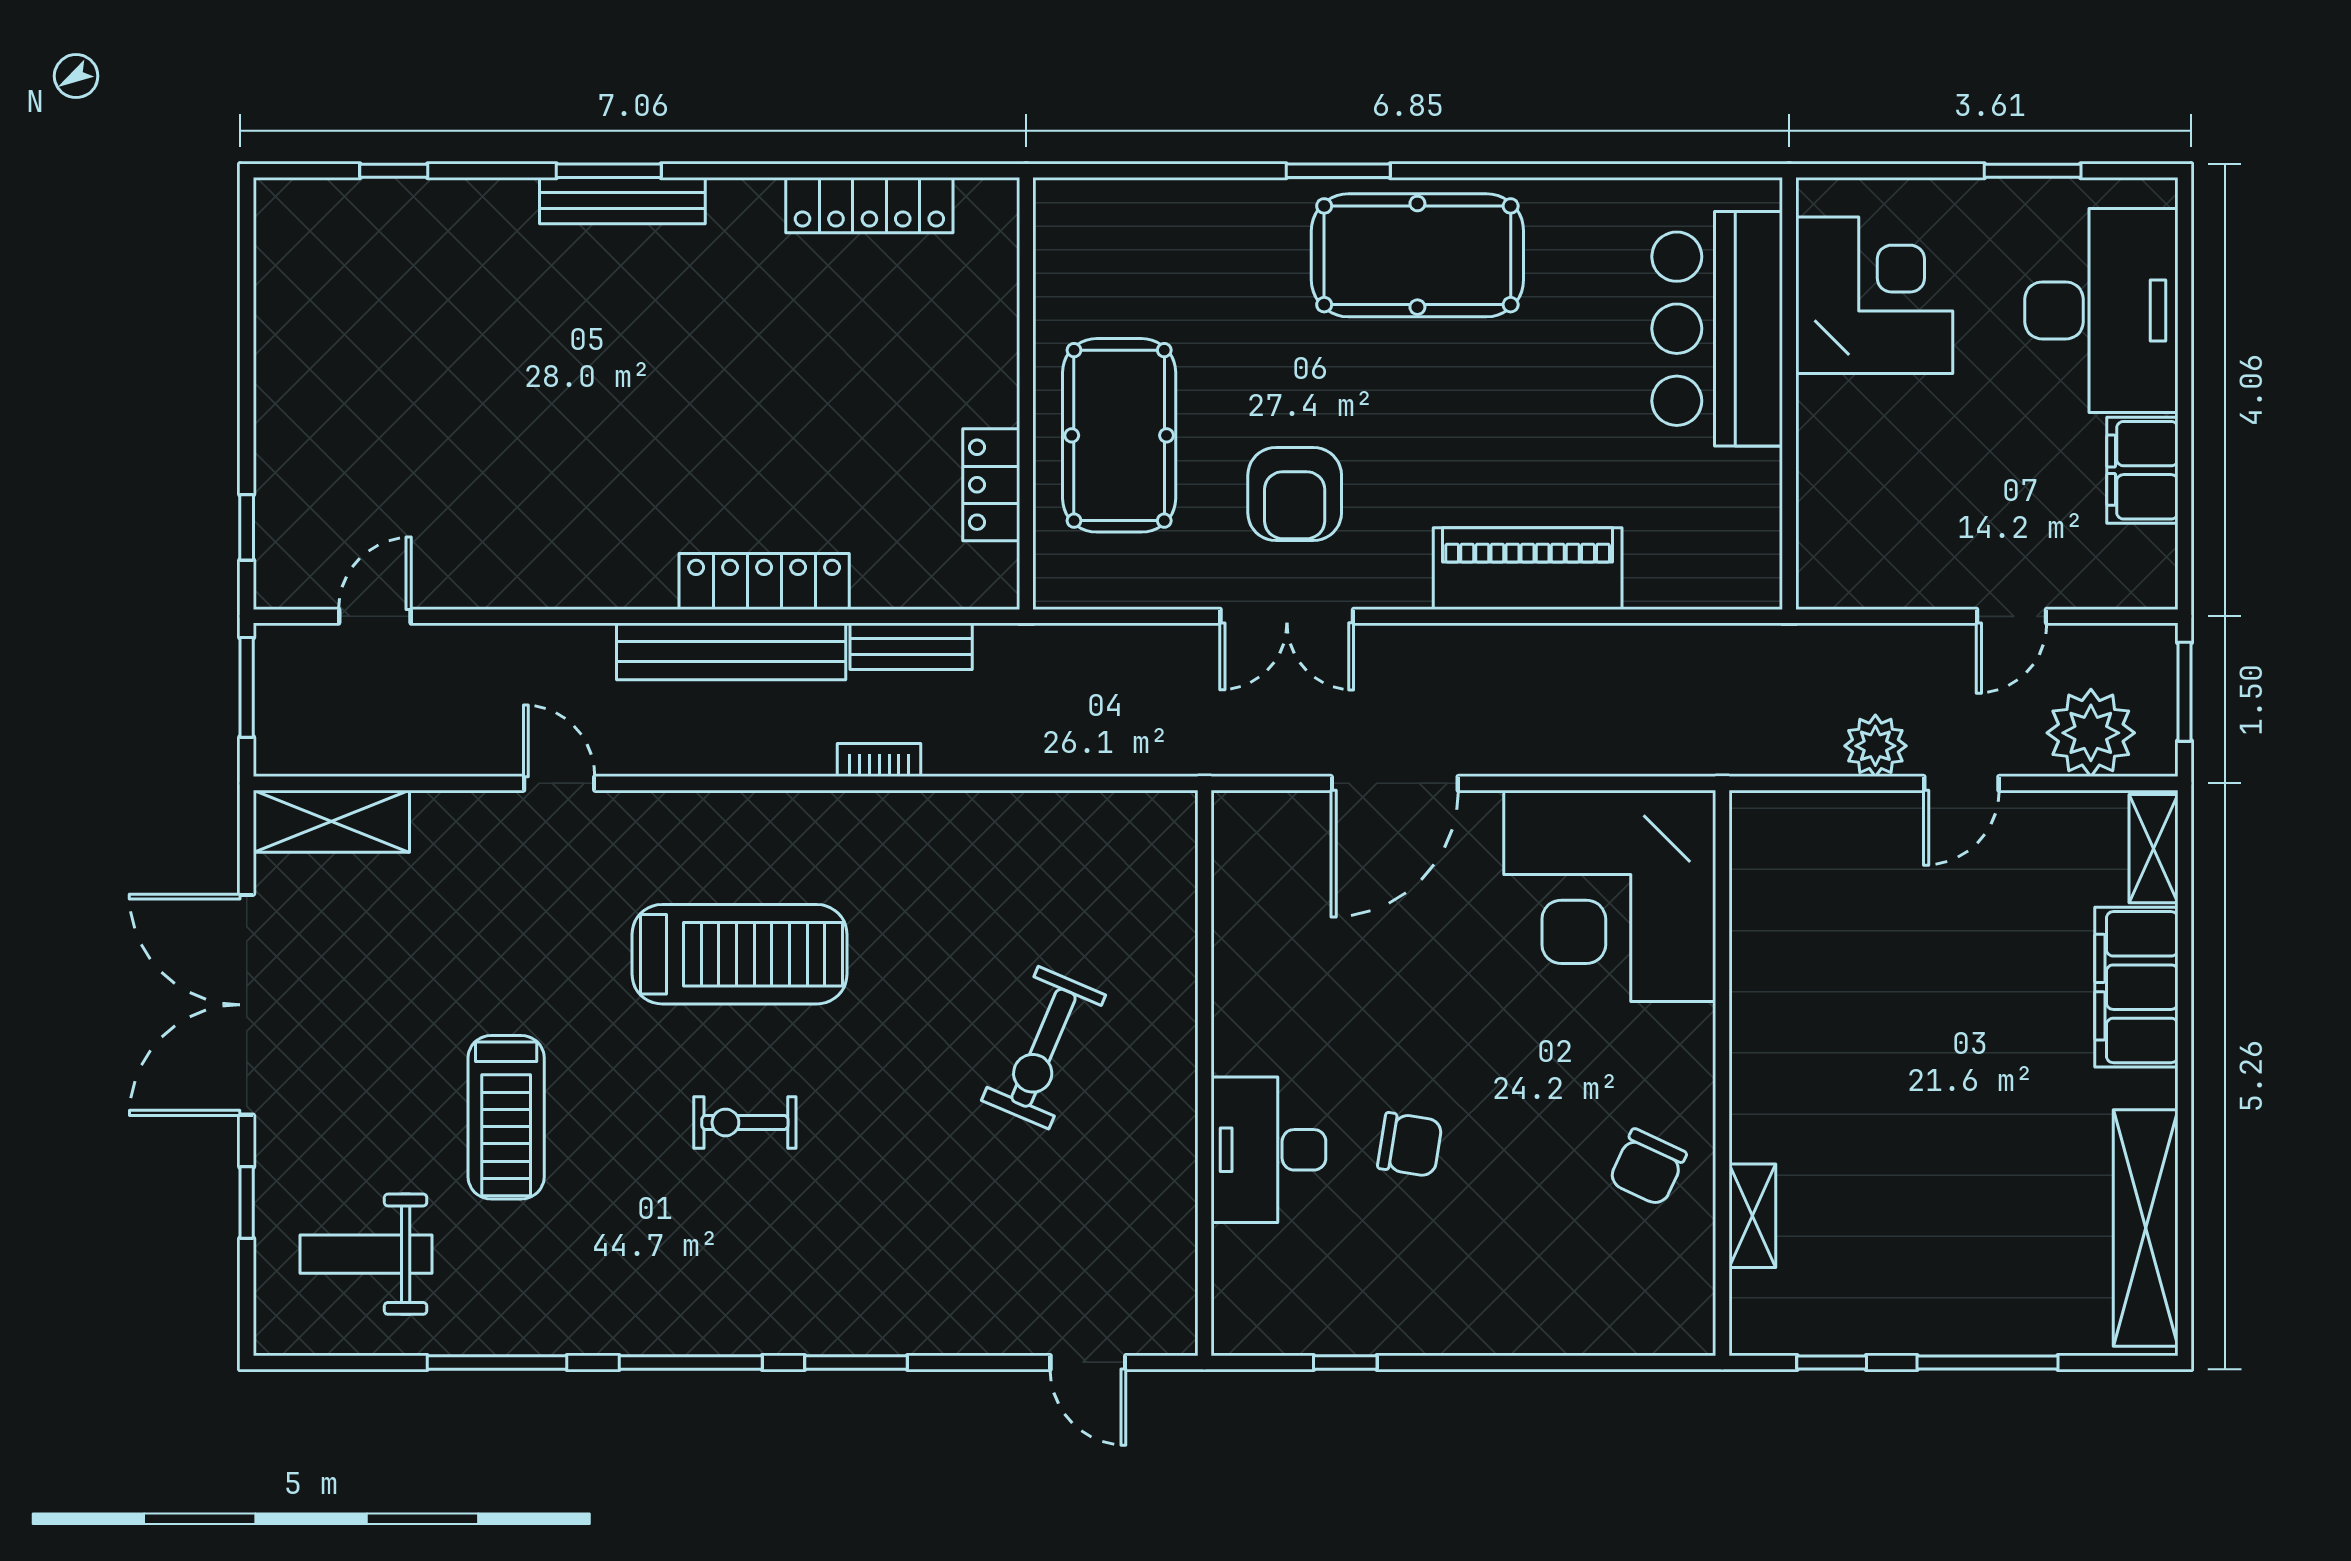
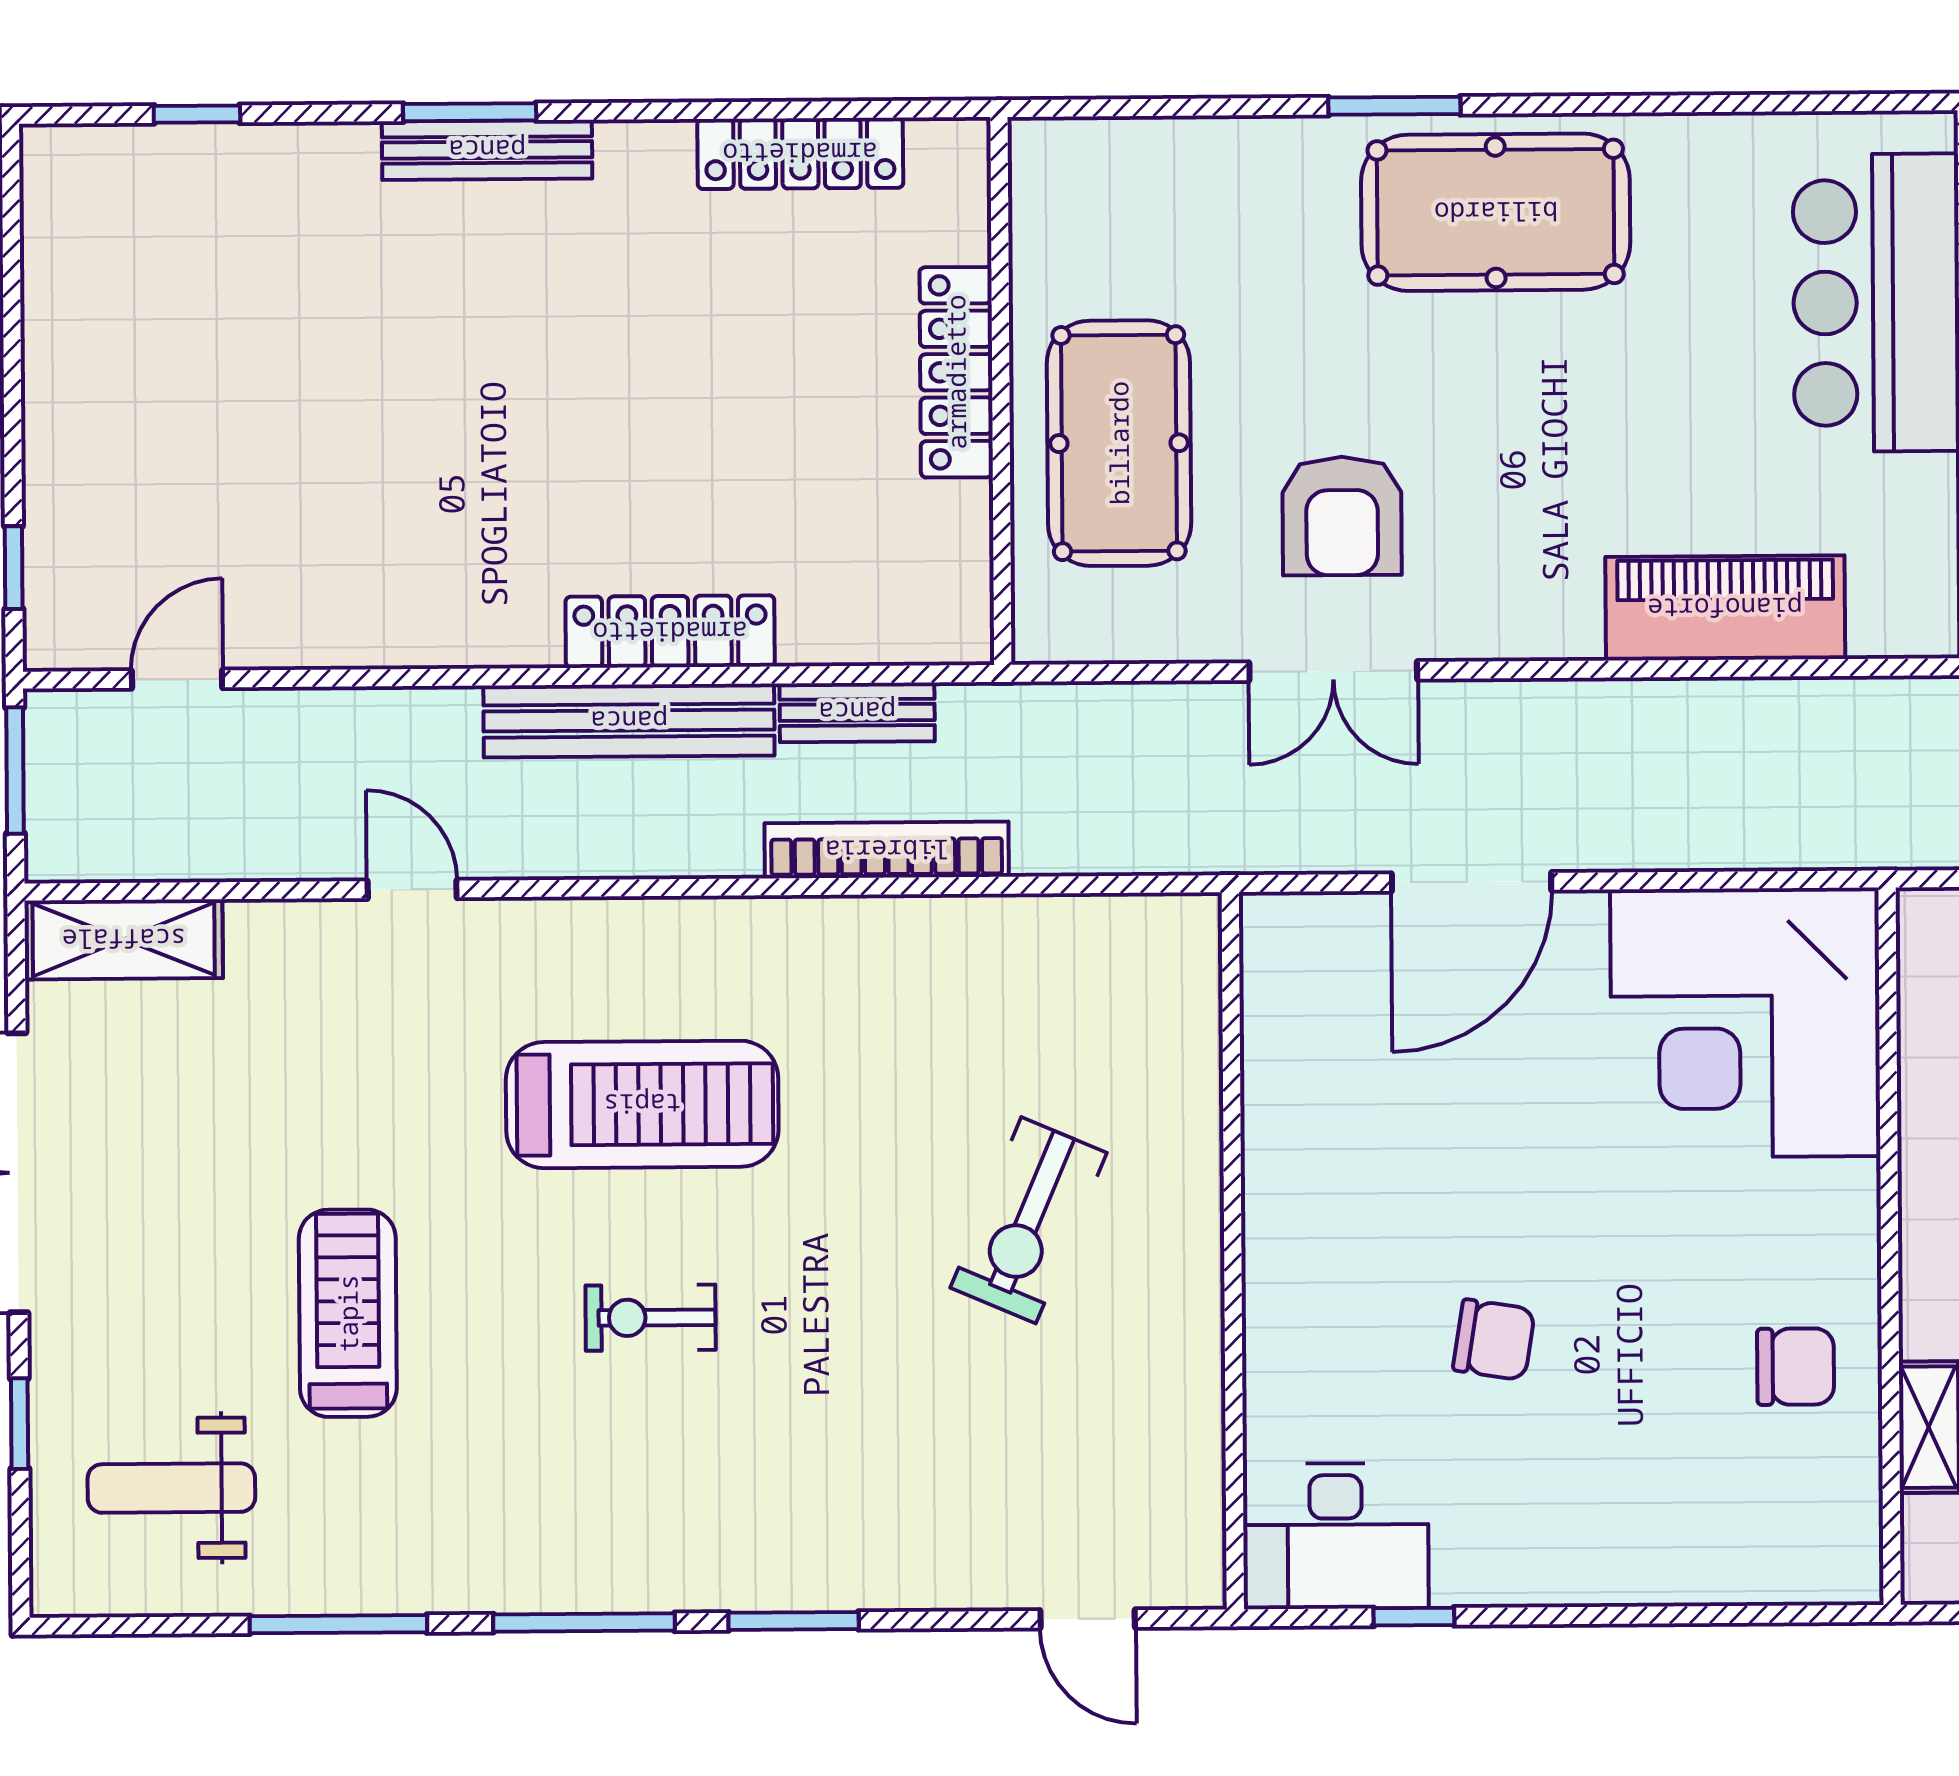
locker: (991, 485) -> (956, 372), moved, width x1.53
piano: (1528, 569) -> (1725, 608), moved
bookcase: (879, 760) -> (887, 850), width x2.31, depth x1.31
treadmill: (506, 1117) -> (348, 1313), turned 180
desk: (1268, 1150) -> (1336, 1536), moved, turned -90
chair: (1648, 1167) -> (1796, 1367), turned -115

